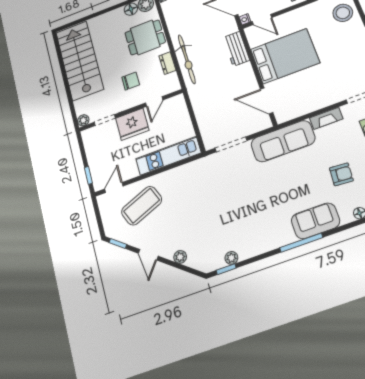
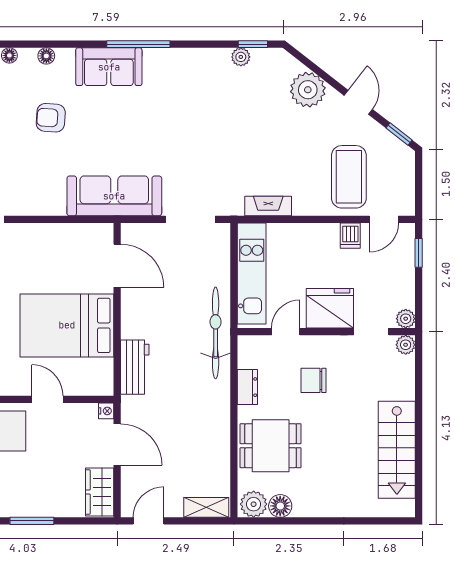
door: (262, 20) -> (47, 399), moved
bicycle: (187, 59) -> (216, 333), moved
stairs: (79, 60) -> (397, 450), width x0.73, depth x0.66
fireplace: (326, 118) -> (268, 206), moved
plant: (87, 135) -> (406, 319), added
kitchen unit: (168, 156) -> (252, 274), moved, turned -90
dishwasher: (131, 170) -> (350, 236), added
coffee table: (142, 206) -> (349, 177), turned -68
plant: (180, 257) -> (308, 90), width x1.88, depth x1.88

